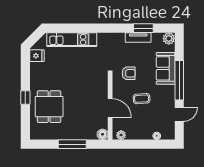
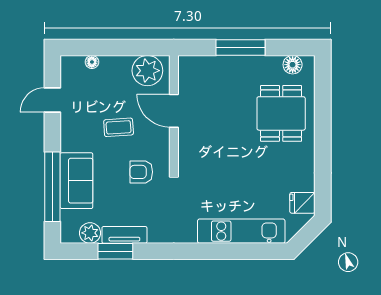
plant: (169, 39) -> (90, 233), moved
window: (179, 80) -> (52, 187), moved
window: (25, 97) -> (323, 129), removed
floor lamp: (103, 134) -> (293, 65), moved
plant: (121, 135) -> (147, 71), width x1.87, depth x1.87

